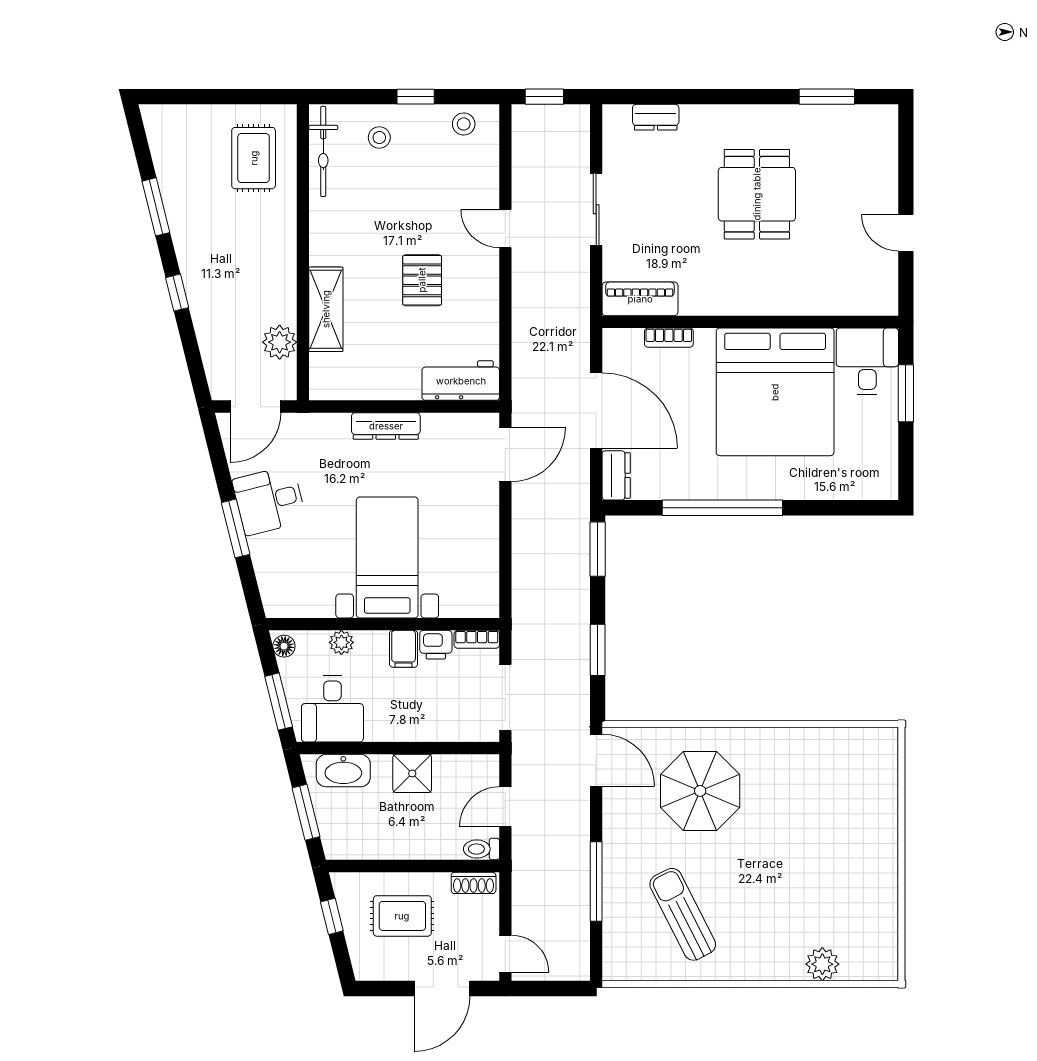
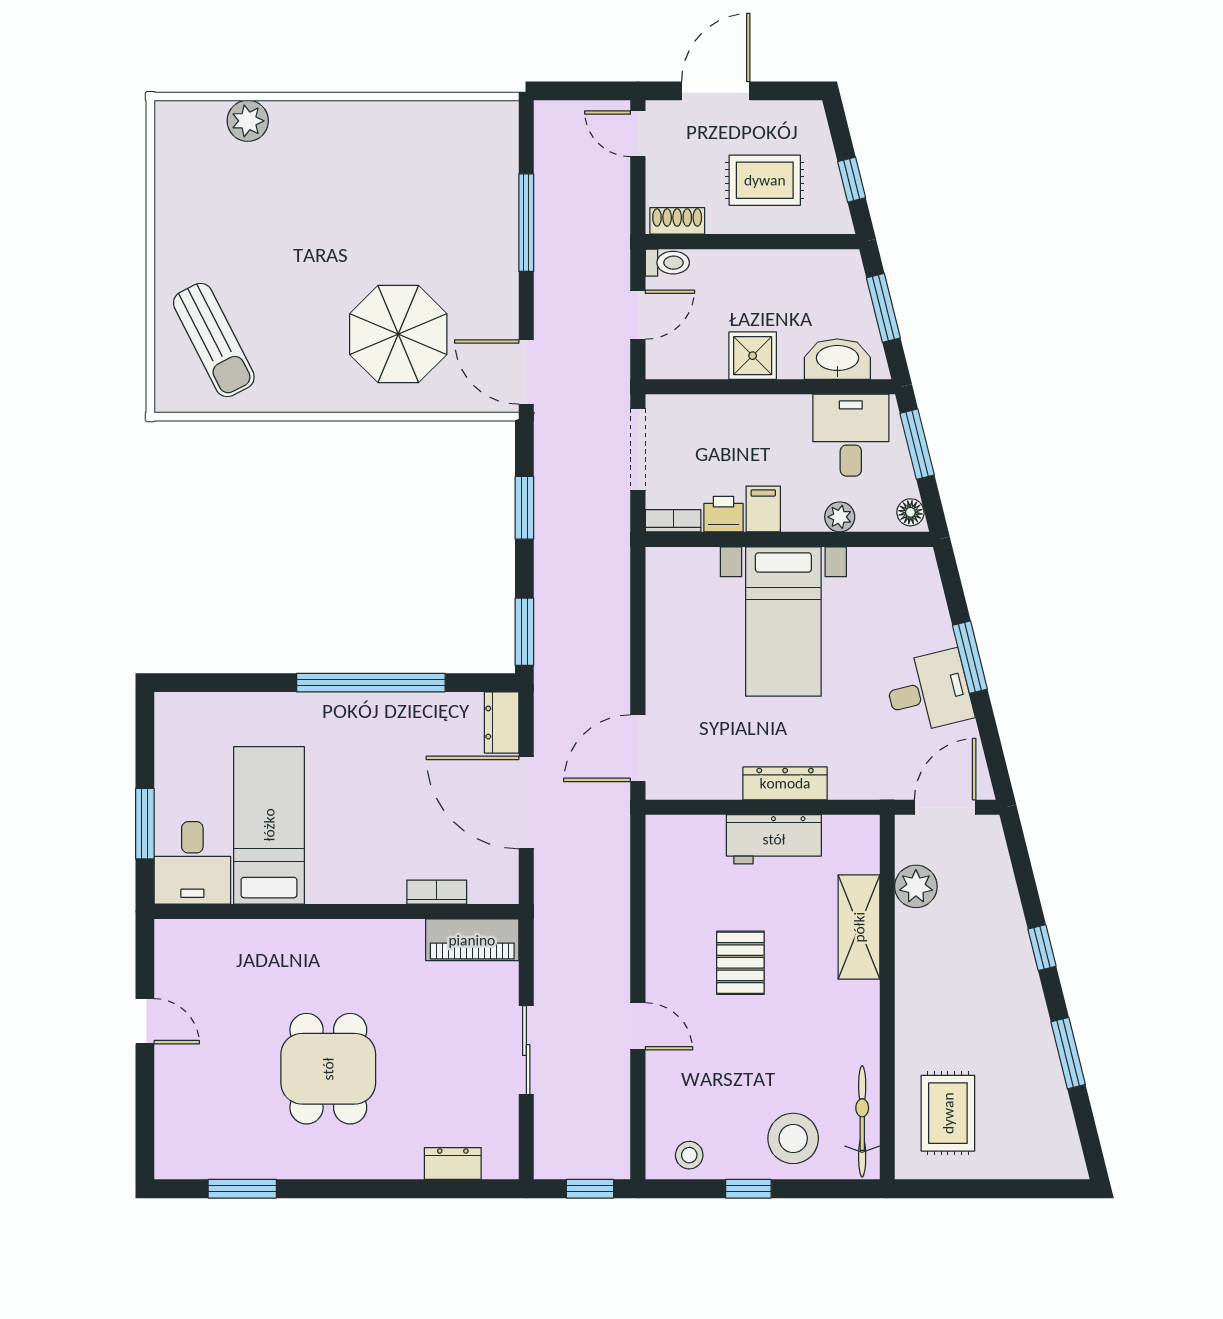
stool: (379, 138) -> (793, 1138), width x1.89, depth x1.89
workbench: (461, 381) -> (774, 839), moved
bed: (775, 392) -> (269, 825), width x0.49
sun lounger: (683, 914) -> (214, 340), moved

